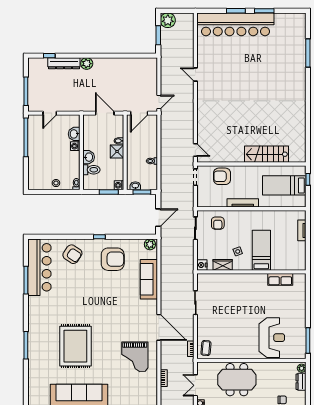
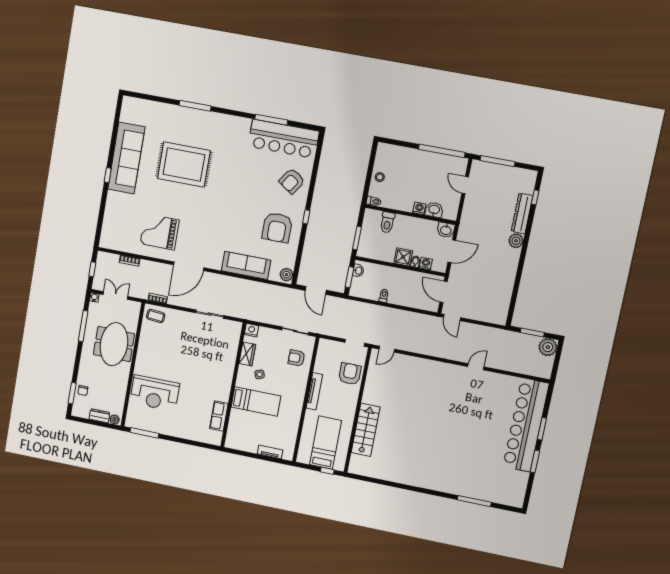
washbasin: (89, 157) -> (446, 230), moved
washing machine: (119, 185) -> (426, 264), moved

